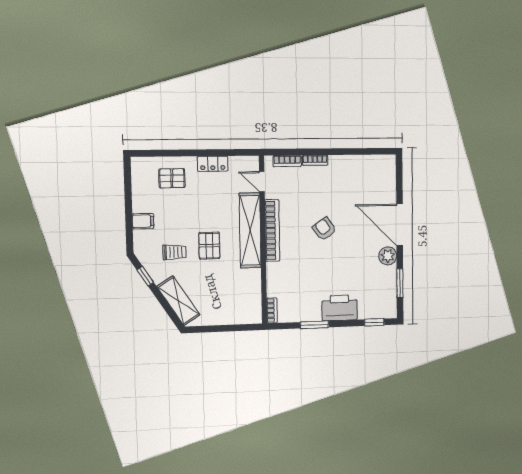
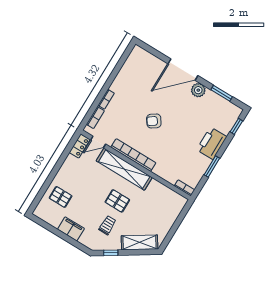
locker: (213, 164) -> (80, 146), moved
pallet: (172, 178) -> (61, 197), turned 90
filing cabinet: (143, 221) -> (71, 229), width x2.00

